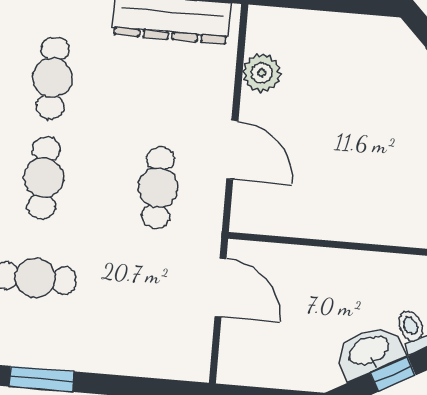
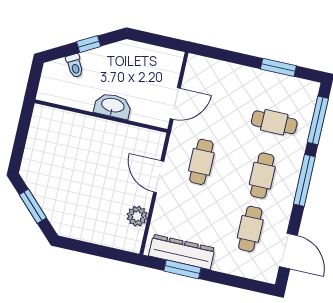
door: (220, 288) -> (175, 103), swing flipped
washbasin: (369, 351) -> (113, 106), moved, turned -151

